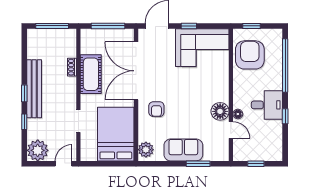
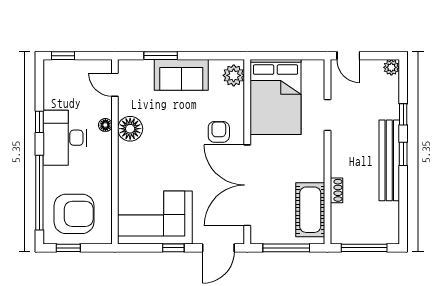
window: (251, 26) -> (68, 248), moved
armchair: (250, 55) -> (74, 214), moved, turned -90
double door: (136, 71) -> (247, 185), swing flipped
cot: (91, 74) -> (310, 210), moved
desk: (267, 105) -> (65, 138), width x1.37
door: (231, 130) -> (115, 85), moved
plant: (38, 150) -> (391, 67), width x0.53, depth x0.53
door: (64, 164) -> (348, 56), hinge flipped
window: (256, 164) -> (63, 56), moved

